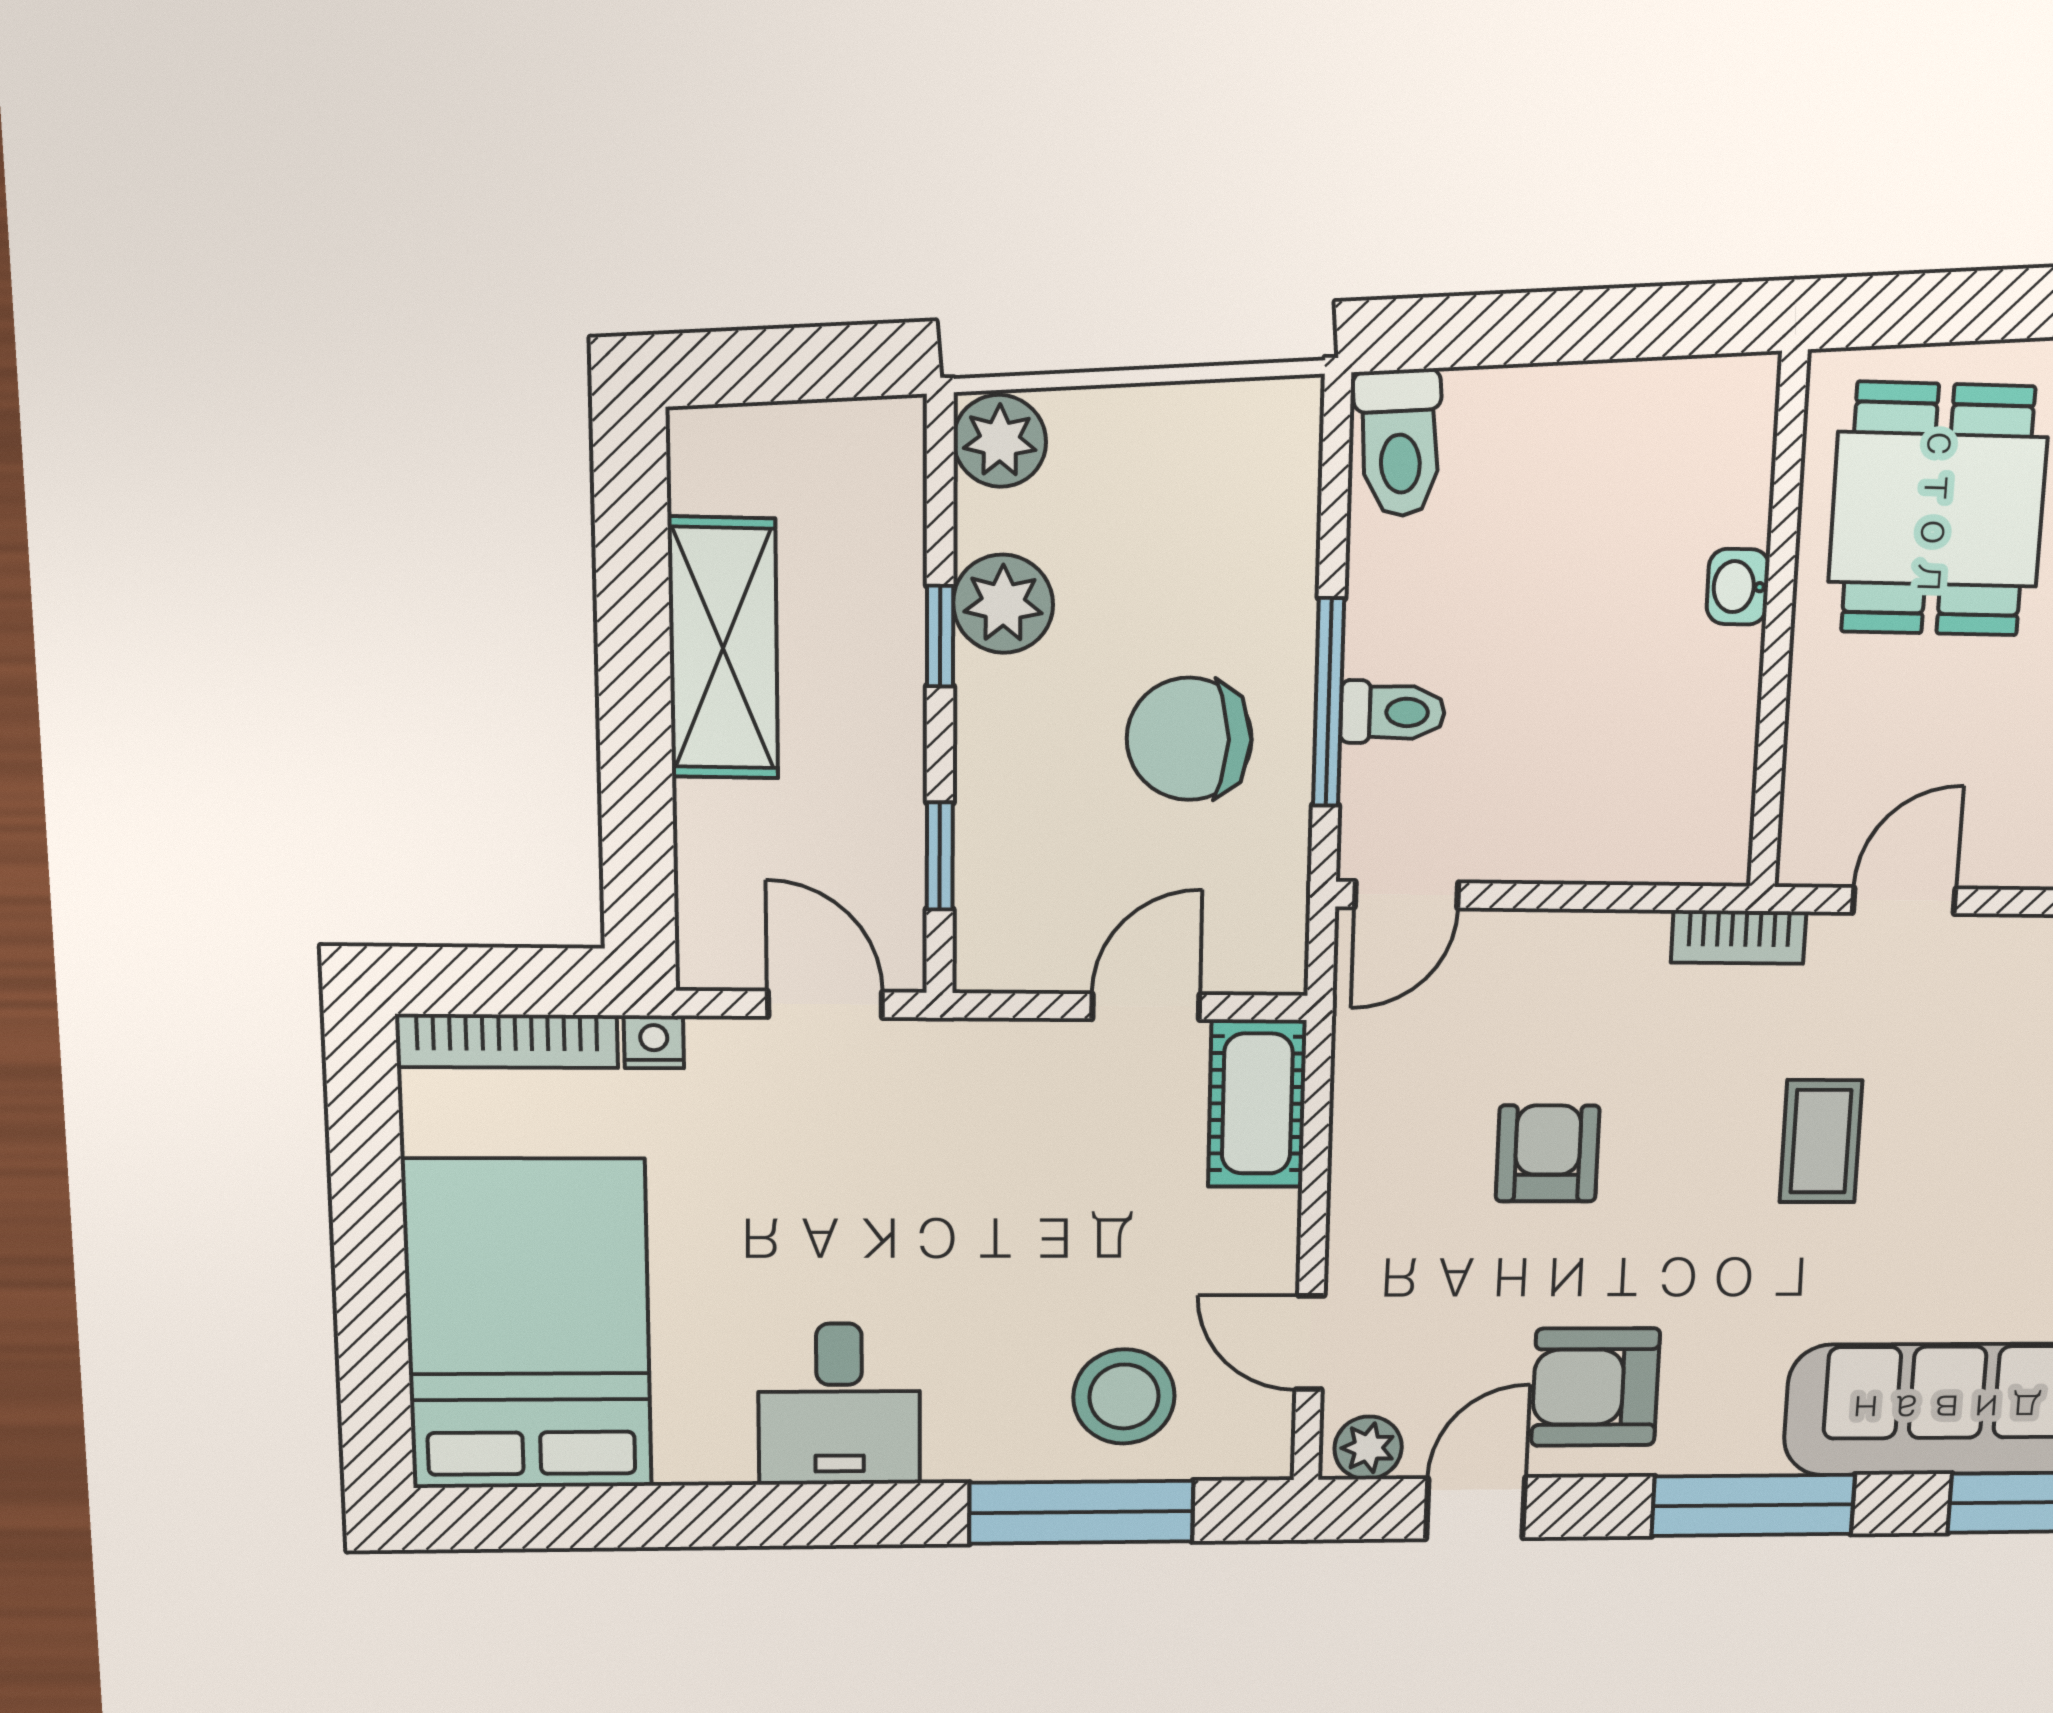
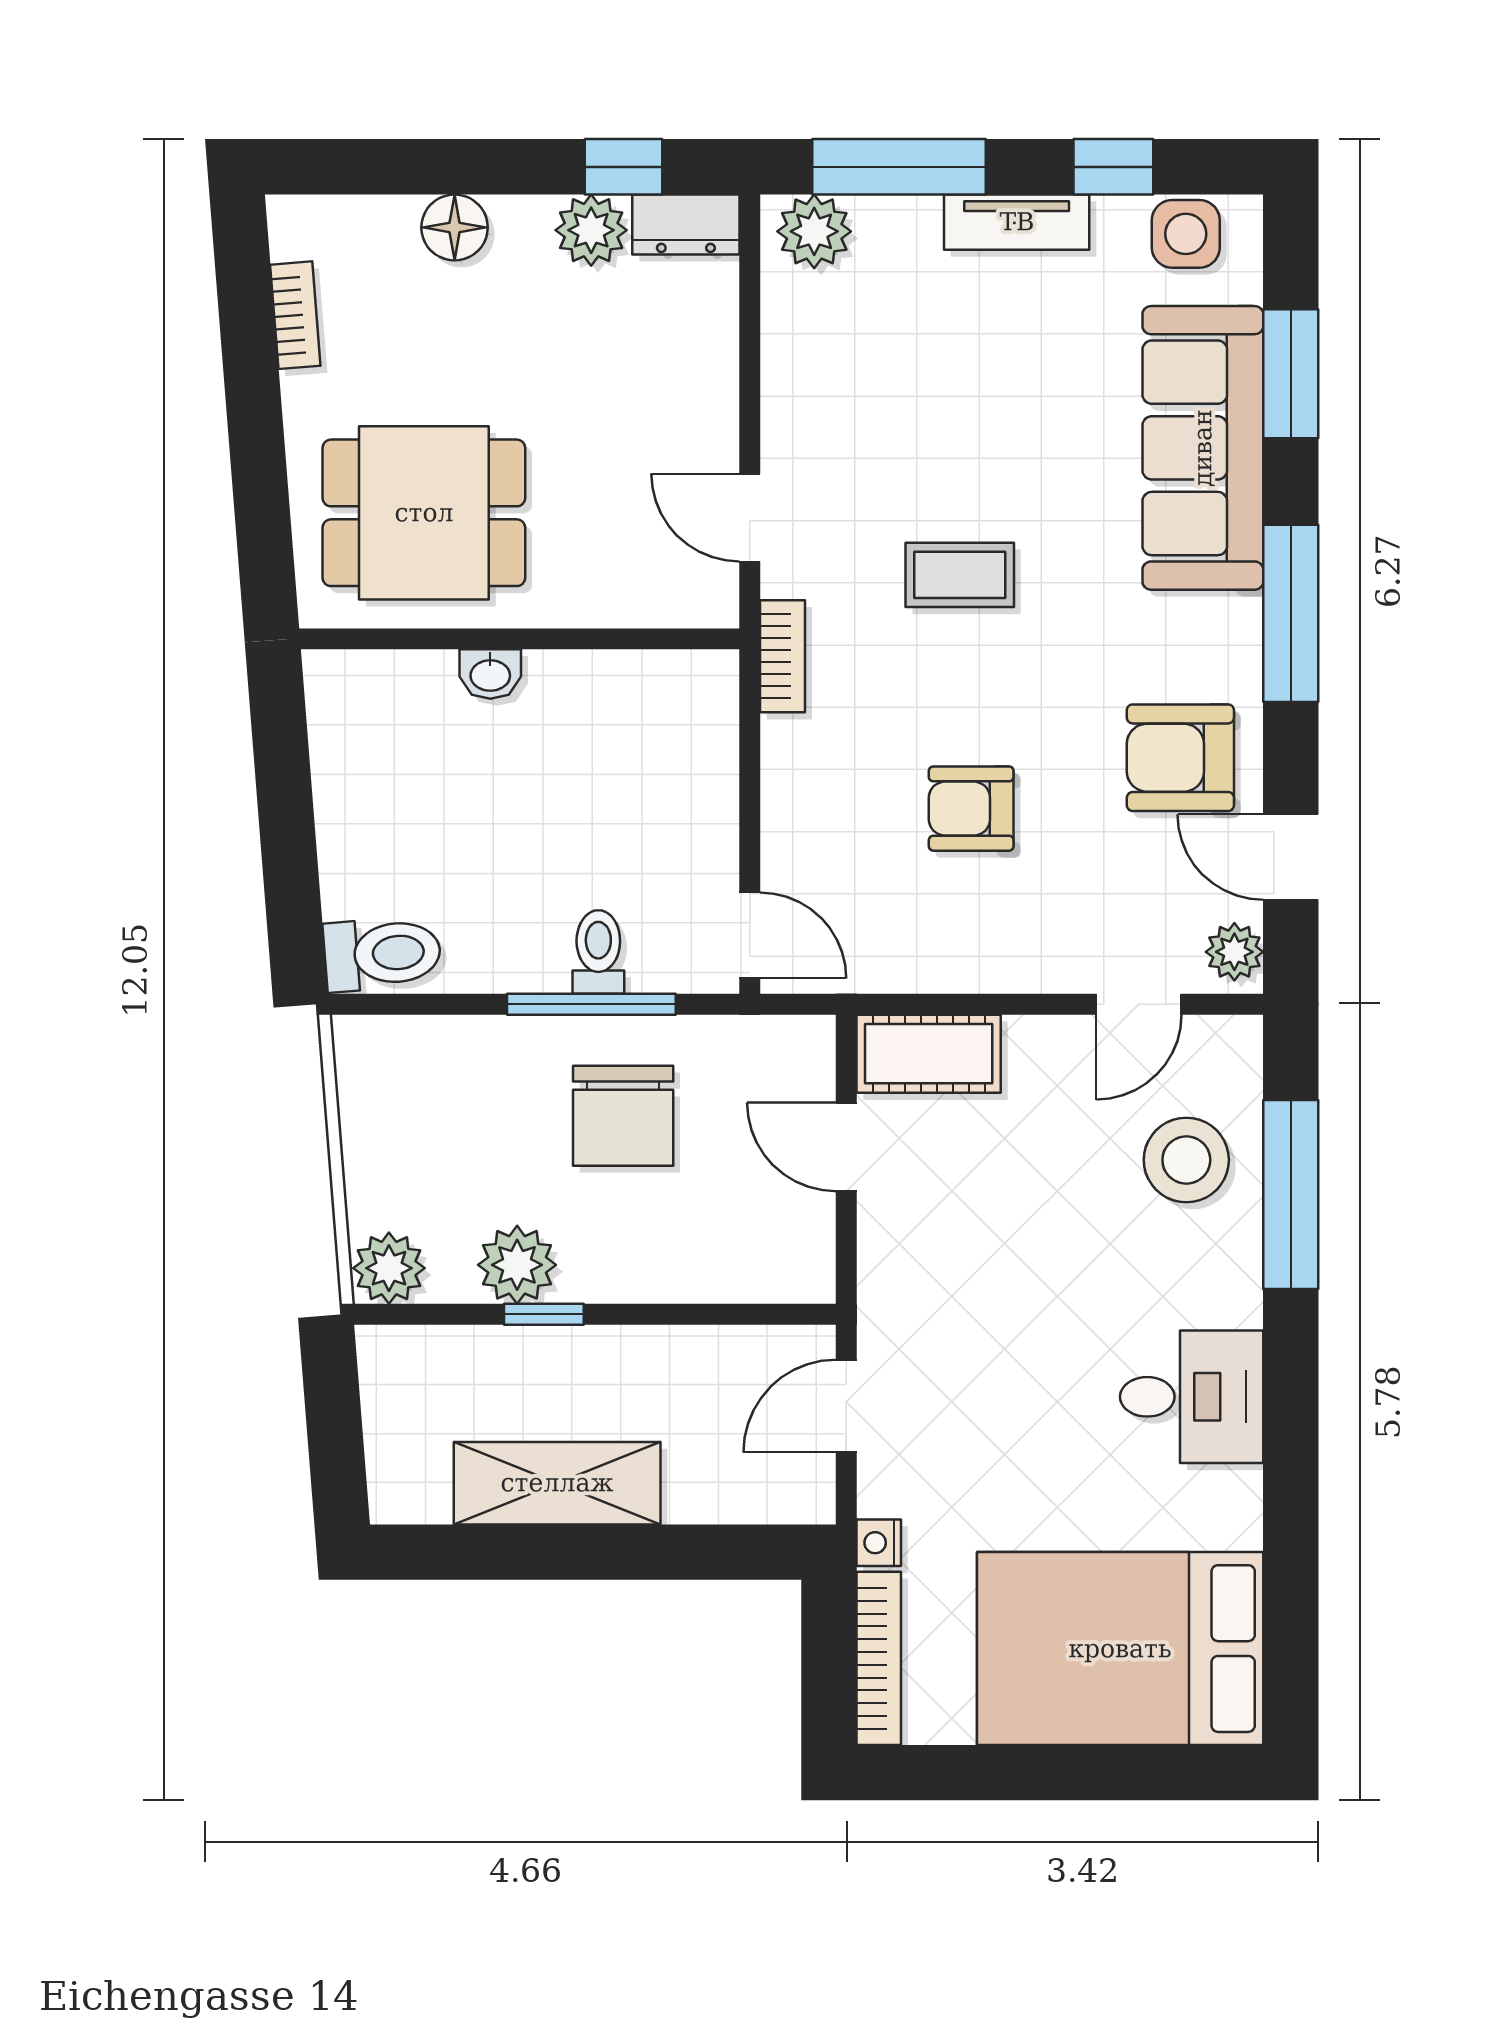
window: (940, 856) -> (722, 1314), removed
armchair: (1596, 1387) -> (1180, 758), turned 90

